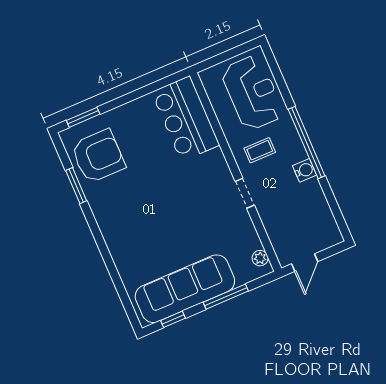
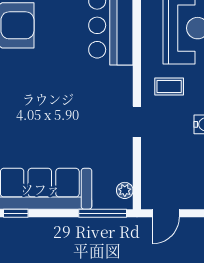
window: (226, 297) -> (103, 213), moved

